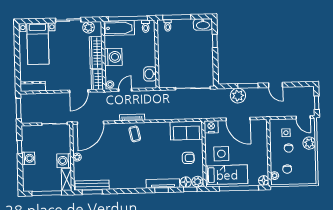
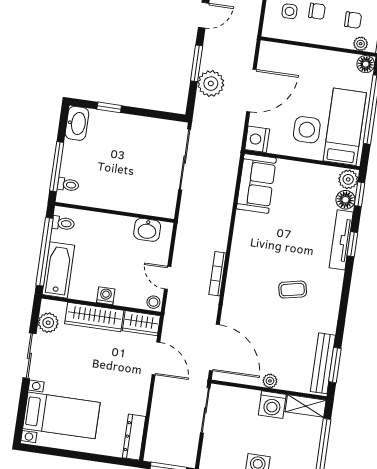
washing machine: (113, 57) -> (106, 296), width x0.53, depth x0.53
coffee table: (135, 134) -> (293, 290), moved
armchair: (188, 158) -> (304, 188), removed

